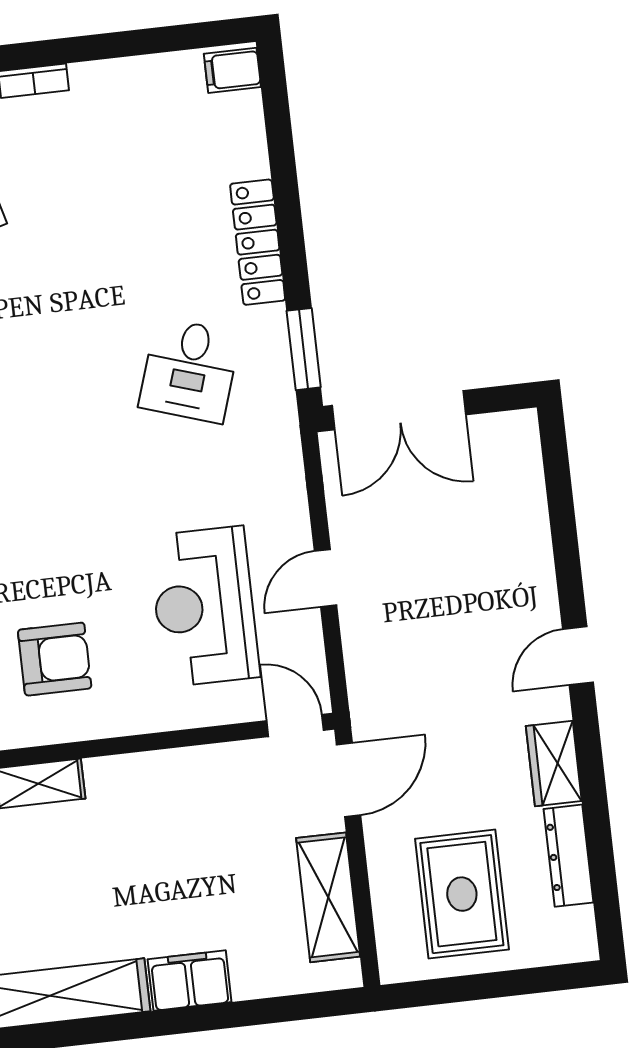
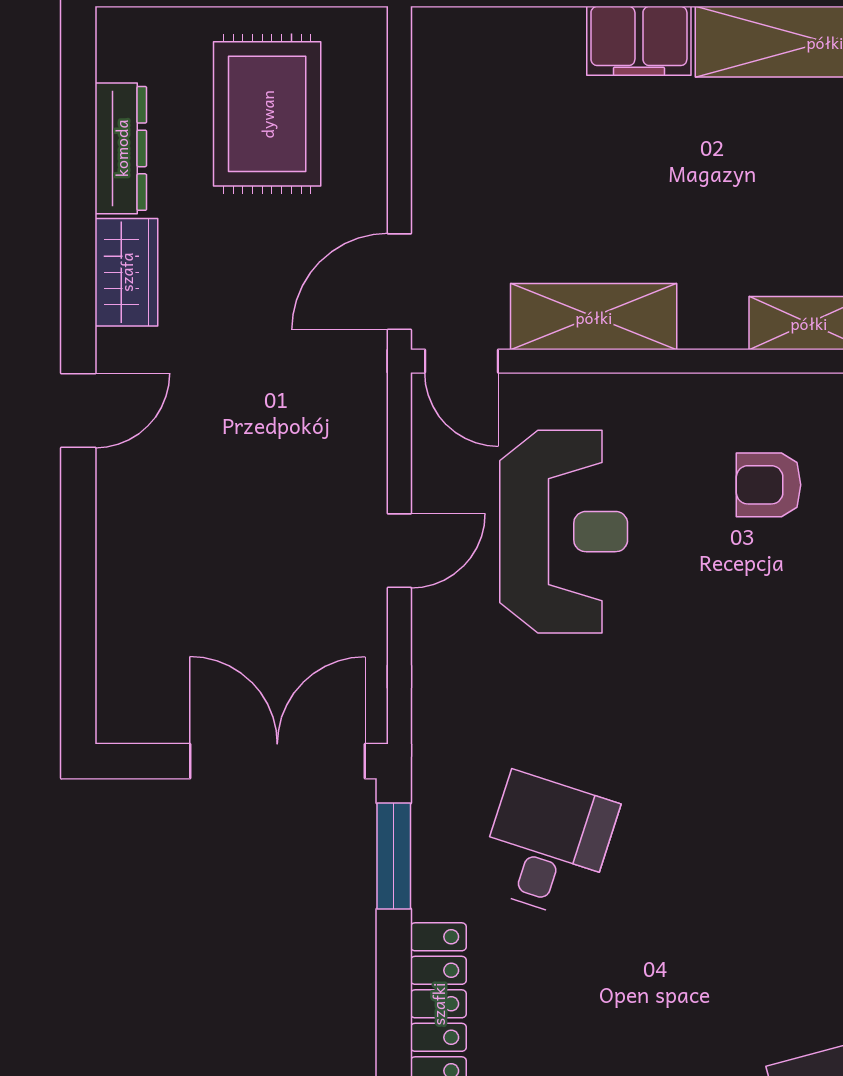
armchair: (55, 659) -> (769, 485), width x0.72, depth x0.72
shelving: (328, 897) -> (594, 317), moved, turned 90

